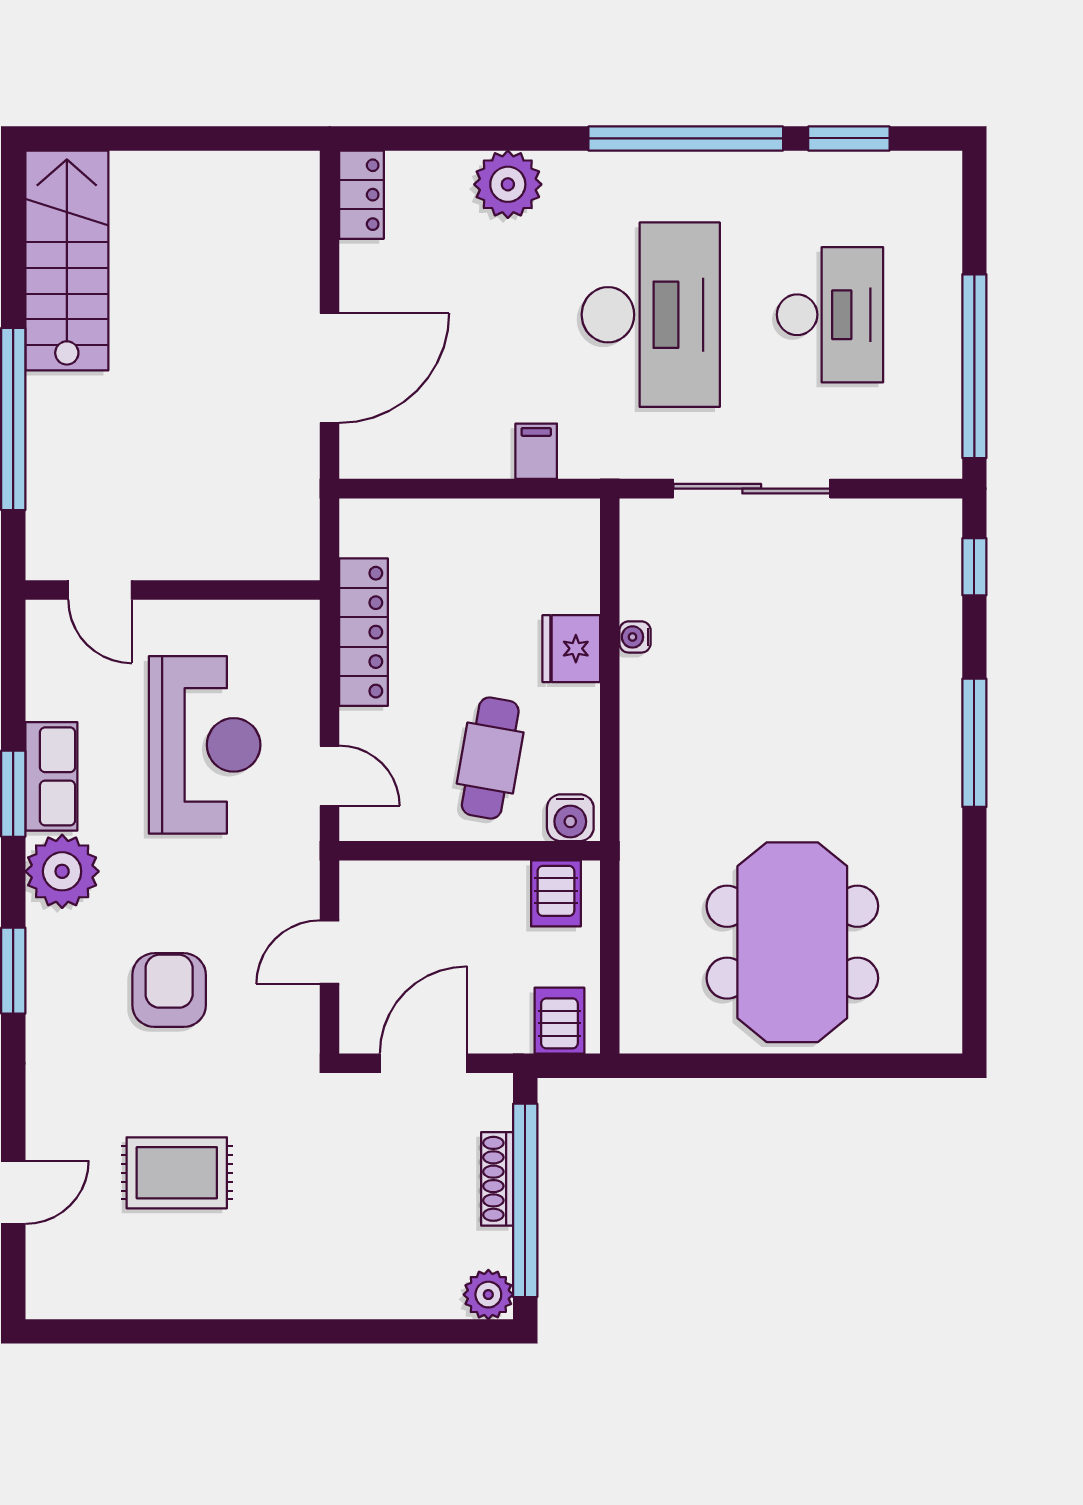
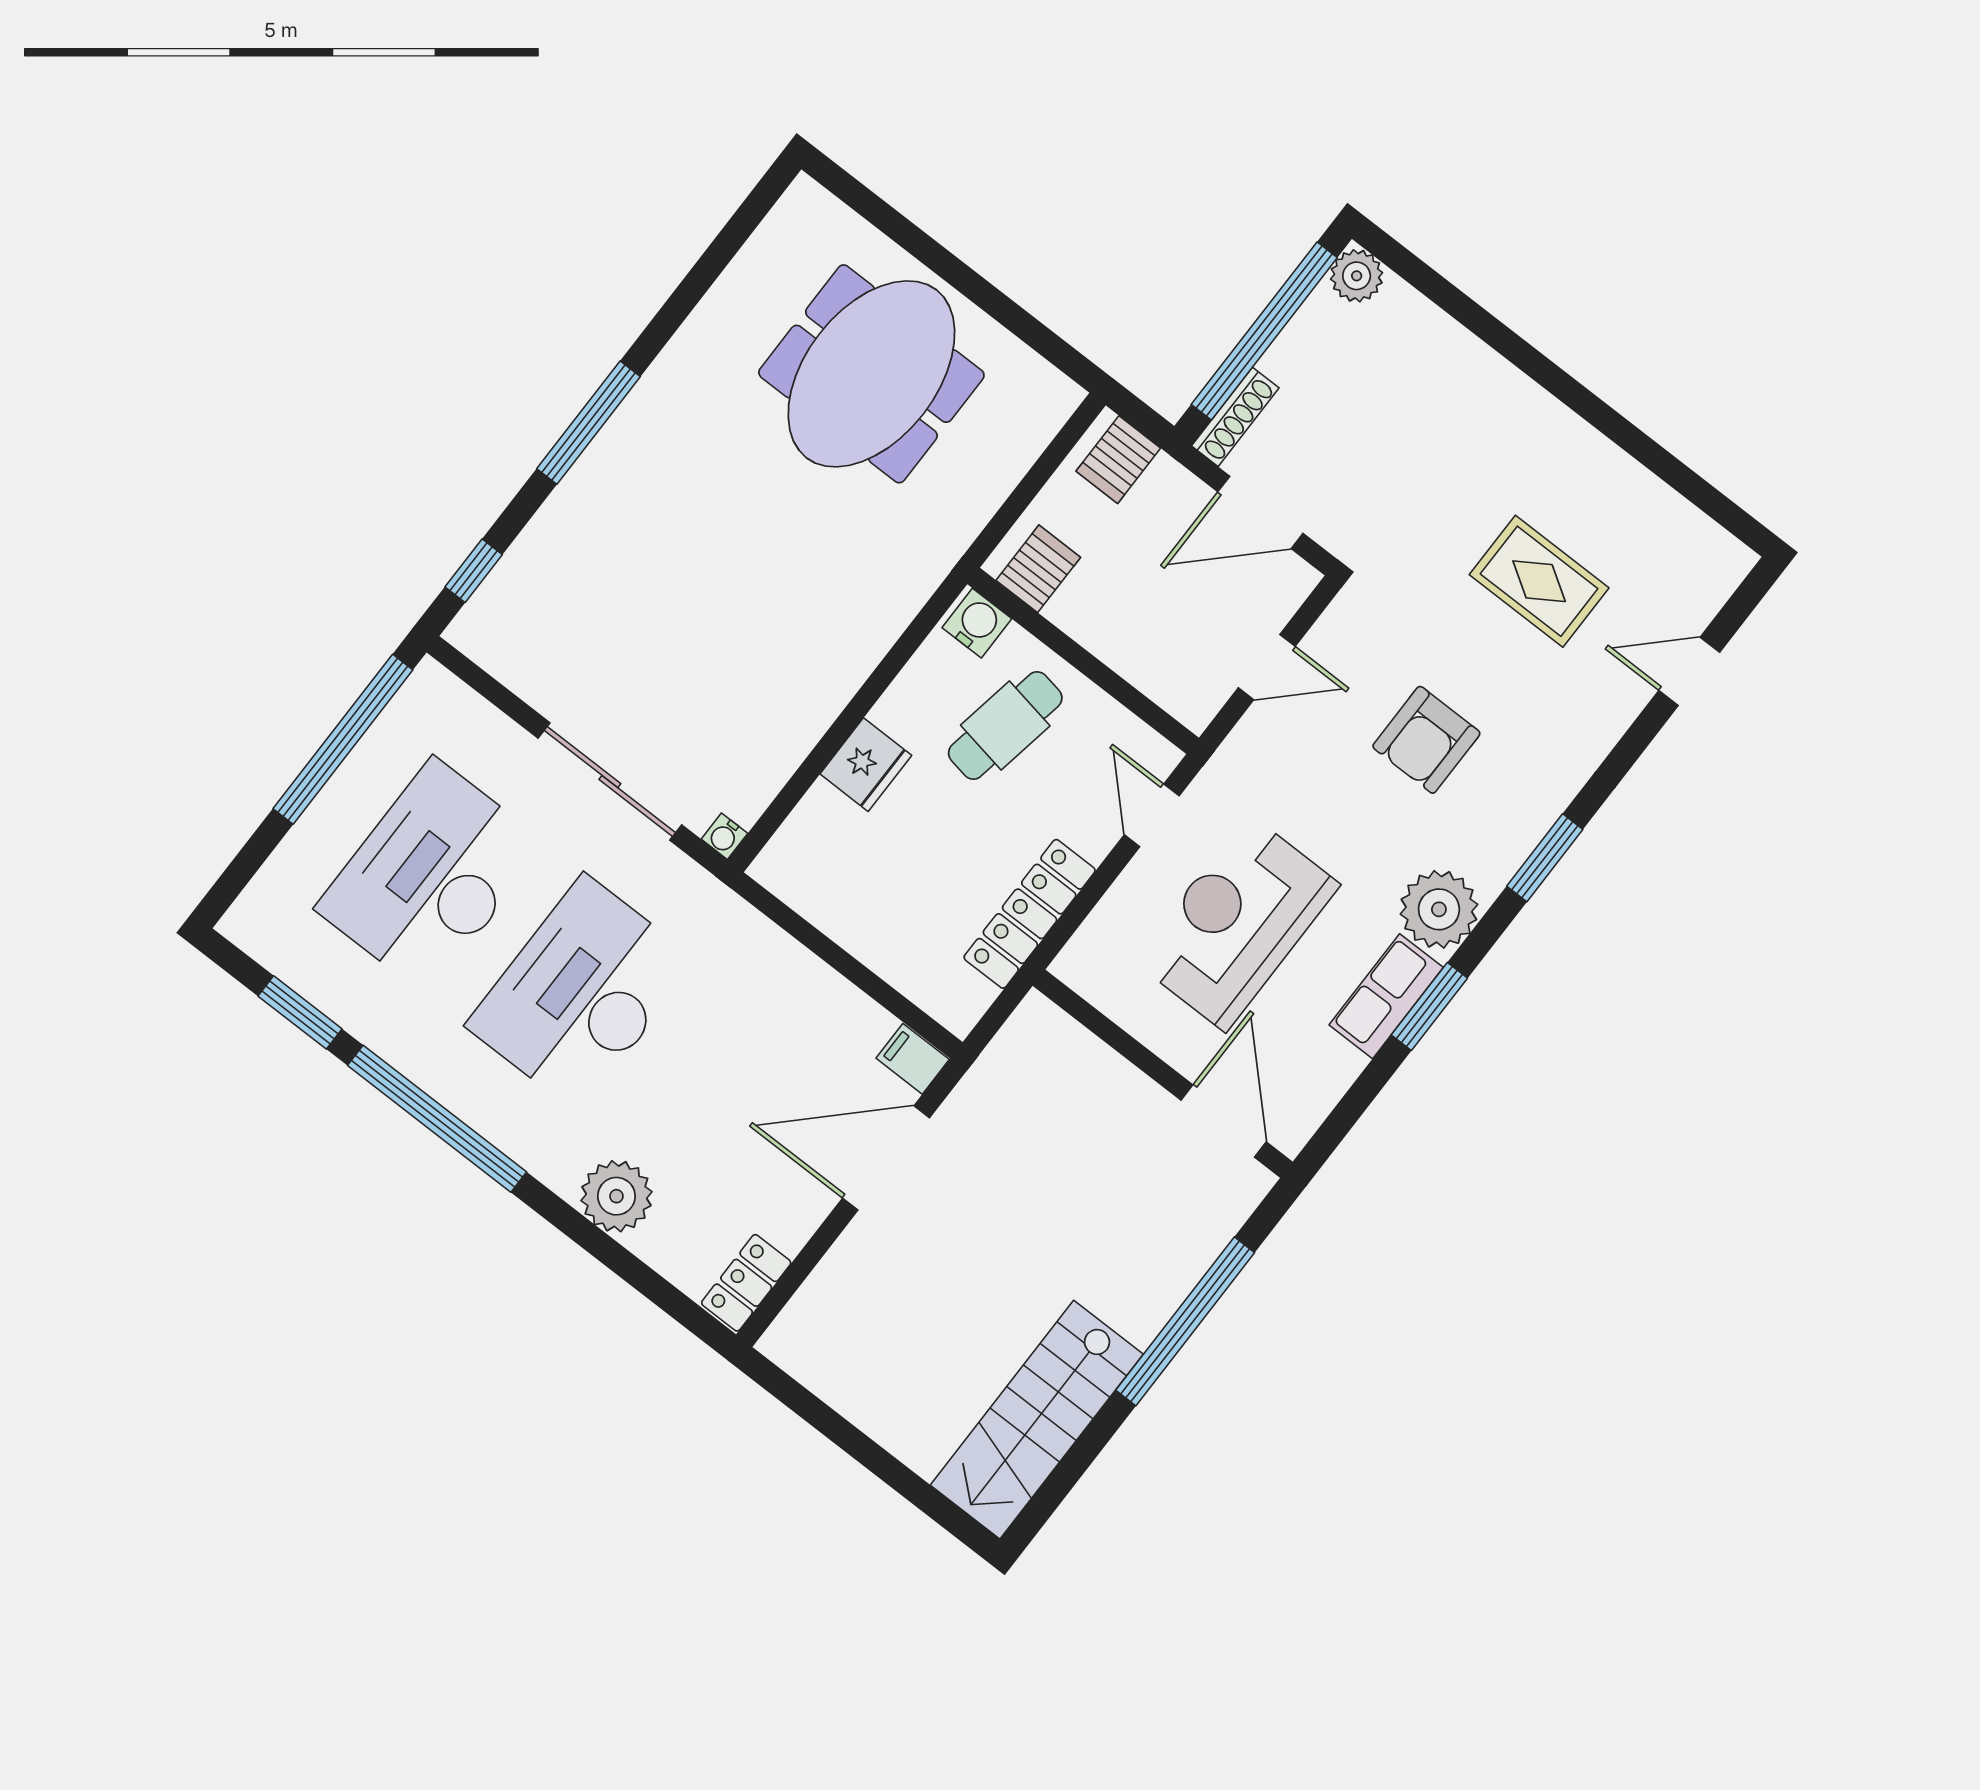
desk: (830, 315) -> (431, 876), width x1.36, depth x1.30
filing cabinet: (536, 451) -> (913, 1059), moved, turned 90
door: (100, 590) -> (1224, 1121), width x1.38
water cooler: (635, 637) -> (724, 836), moved, turned 90
shoe rack: (497, 1179) -> (1235, 417), moved

